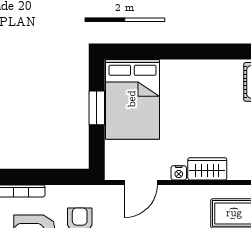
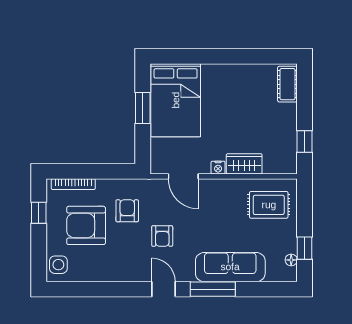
door: (141, 182) -> (183, 176), hinge flipped

